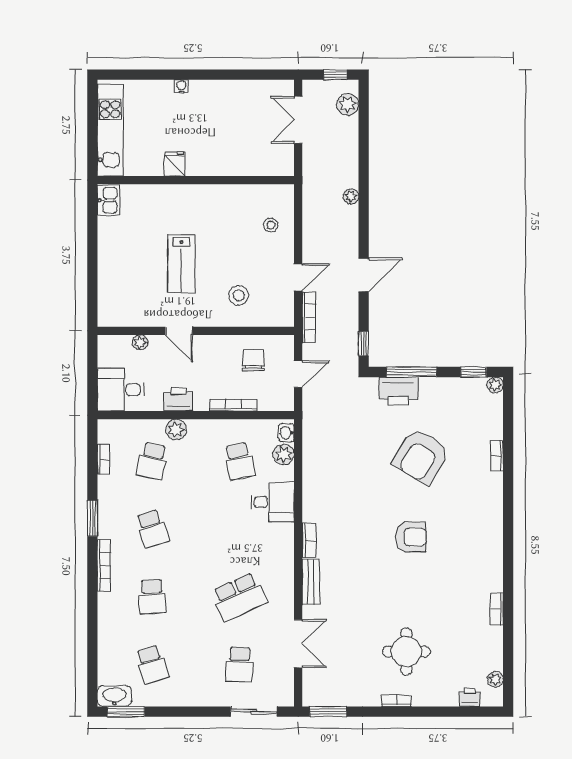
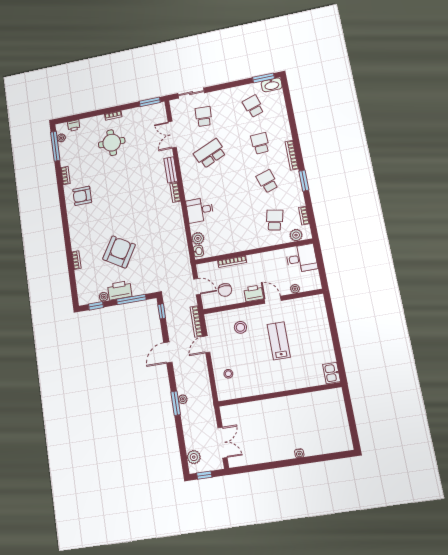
kitchen unit: (110, 130) -> (339, 418), removed
fridge: (175, 164) -> (294, 403), removed
window: (364, 192) -> (176, 403), added
door: (298, 374) -> (197, 287), swing flipped
plant: (495, 385) -> (104, 297), moved
printer: (399, 391) -> (120, 290), moved
printer: (178, 399) -> (254, 293), moved, turned 180
plant: (176, 429) -> (296, 235), moved
school desk: (239, 461) -> (223, 230), removed
armchair: (411, 537) -> (82, 196), moved
window: (508, 666) -> (55, 146), added

